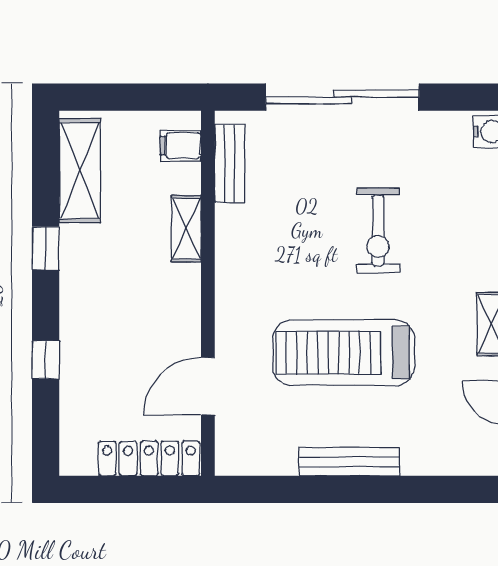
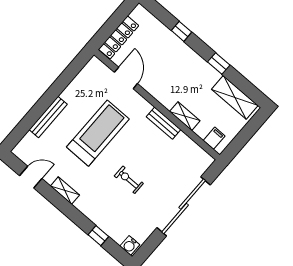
bench: (230, 164) -> (164, 123), moved
exercise bike: (378, 230) -> (129, 180), width x0.73, depth x0.72
bench: (349, 462) -> (48, 117), moved

